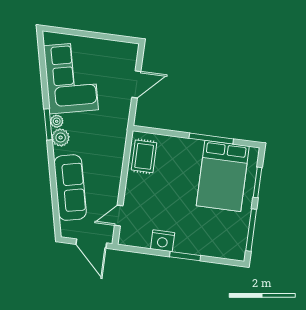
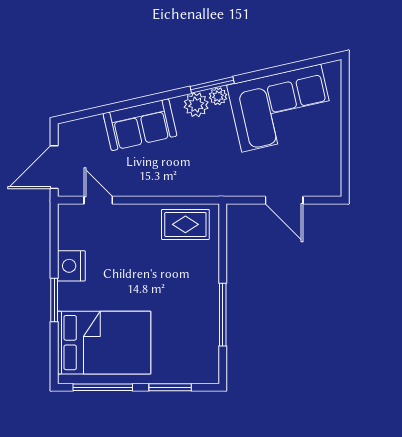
bed: (223, 176) -> (104, 343), moved, turned 180
sofa: (70, 188) -> (140, 125), width x0.73

